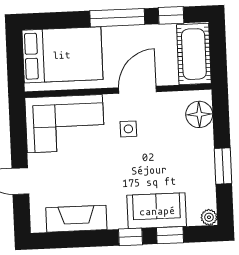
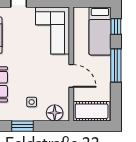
window: (171, 15) -> (116, 26), moved
bed: (62, 55) -> (100, 31), width x0.67
side table: (128, 129) -> (32, 102), moved

